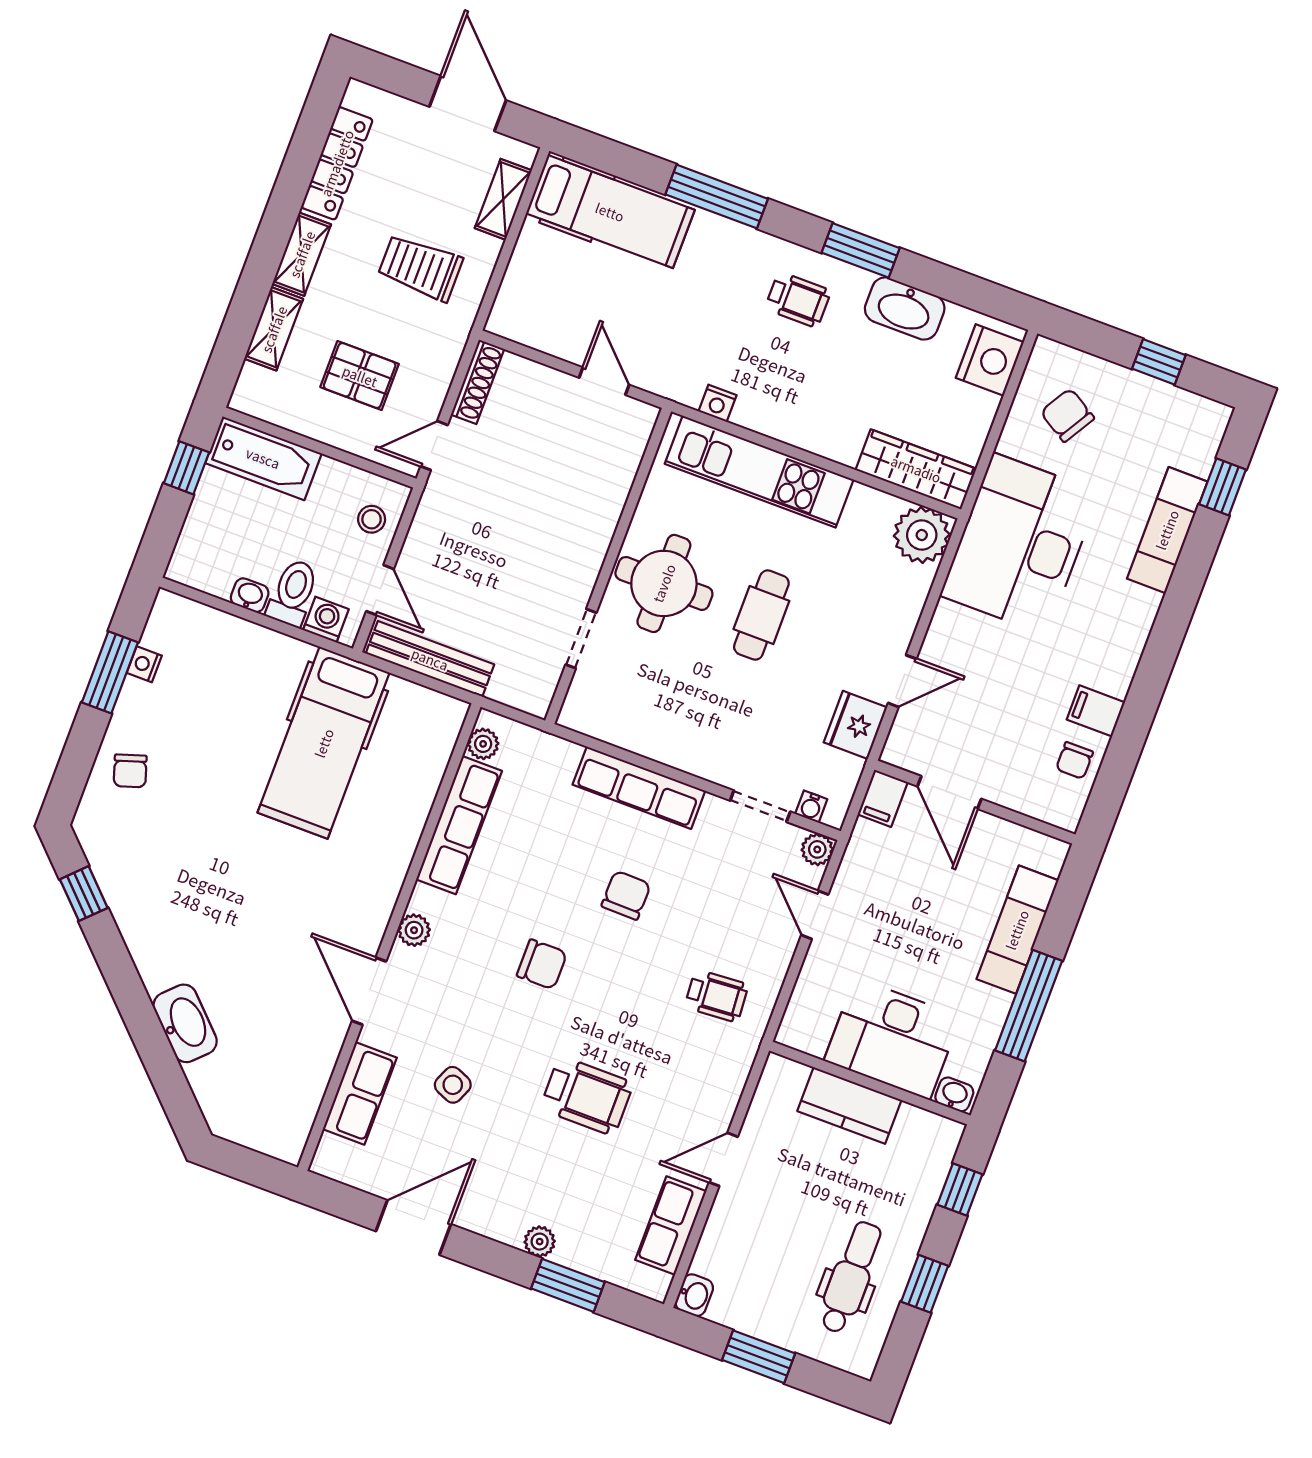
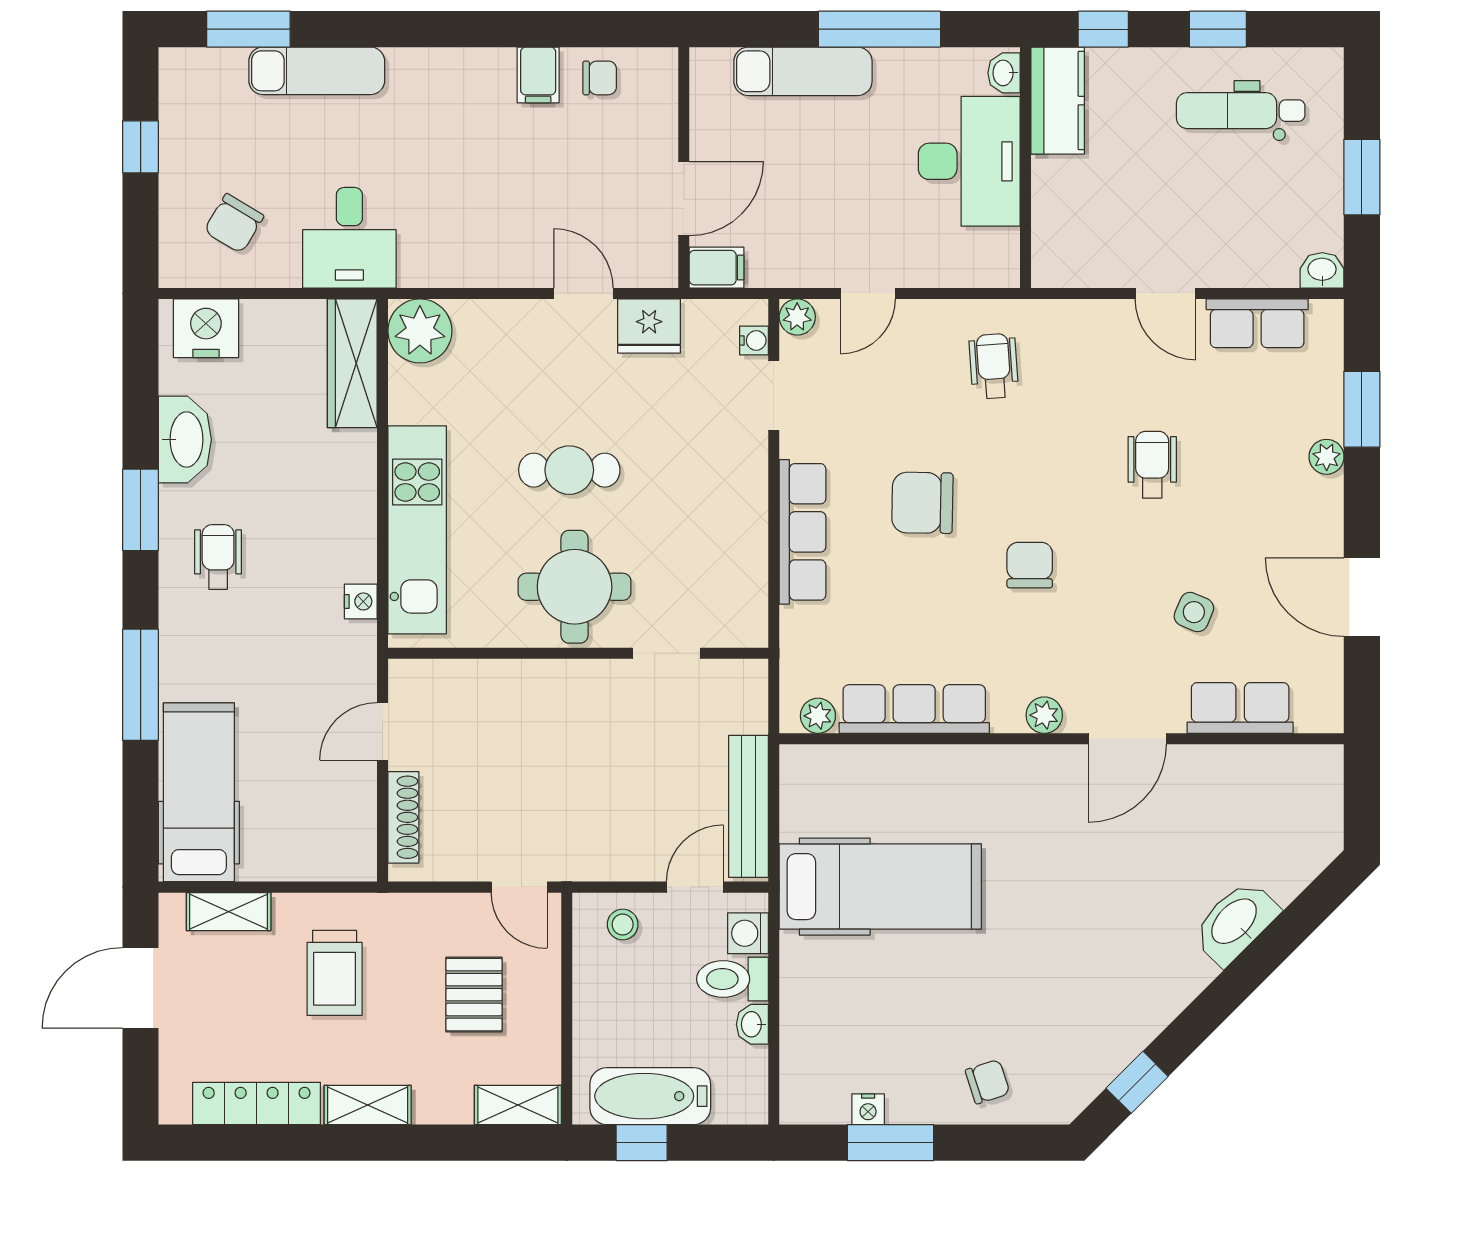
shelving: (274, 329) -> (518, 1105), moved
shoe rack: (478, 382) -> (403, 817), moved, turned 90
bathtub: (263, 458) -> (650, 1096), moved, turned -90
window: (1223, 487) -> (248, 29), width x1.50
desk: (1020, 544) -> (349, 238), width x0.53, depth x0.77
chair: (626, 895) -> (922, 503), width x1.37, depth x1.37
wheelchair: (587, 1096) -> (1152, 465), width x0.73, depth x0.73
kitchen counter: (849, 1106) -> (1058, 101), moved

